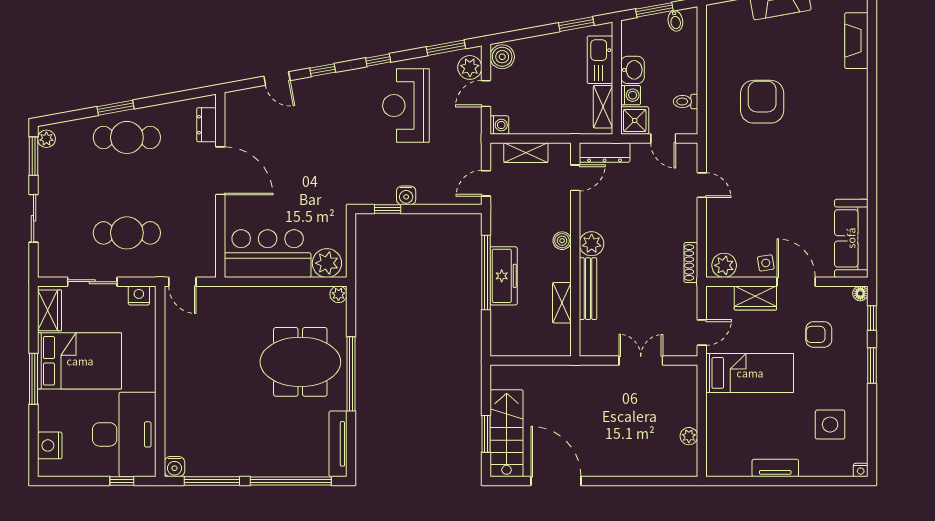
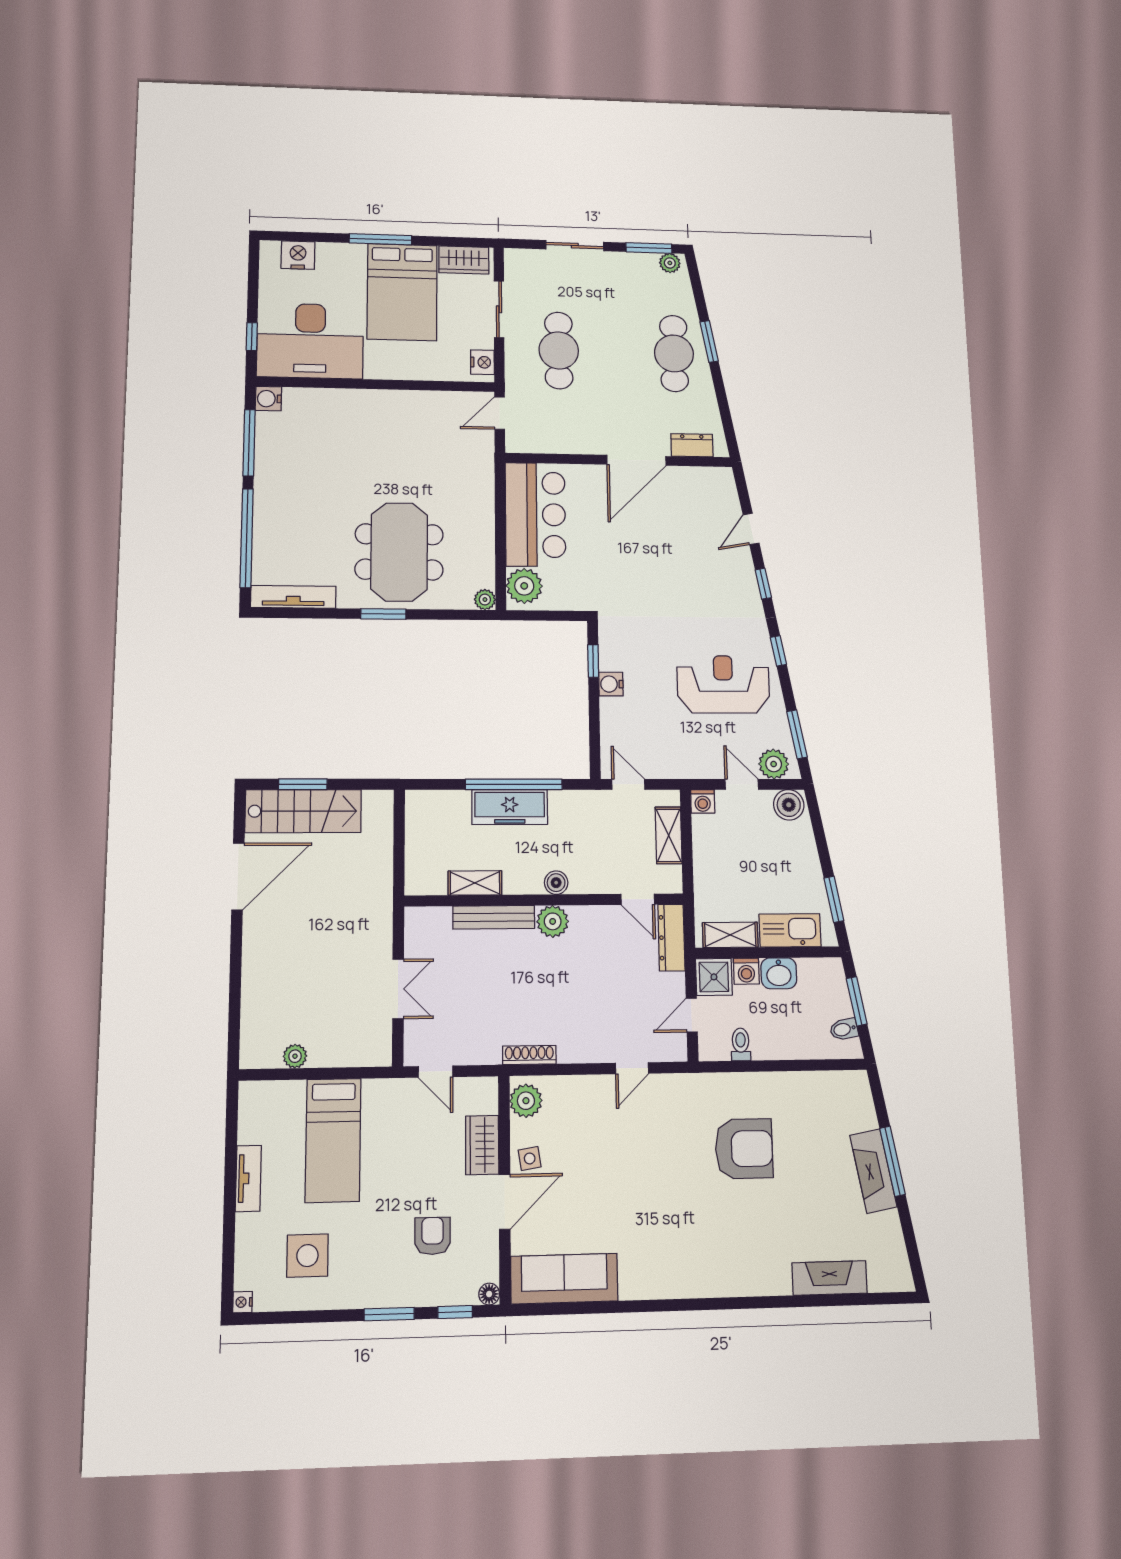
bed: (750, 373) -> (333, 1140), moved
window: (351, 374) -> (383, 614), width x0.47

